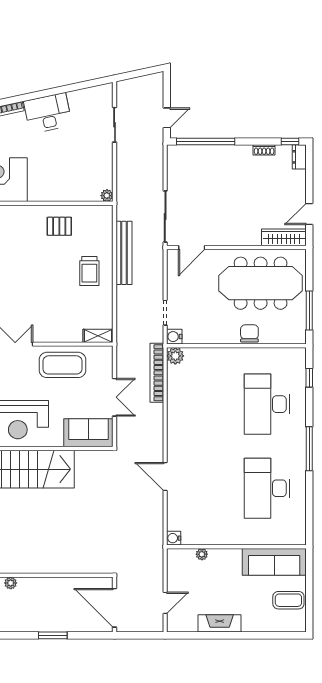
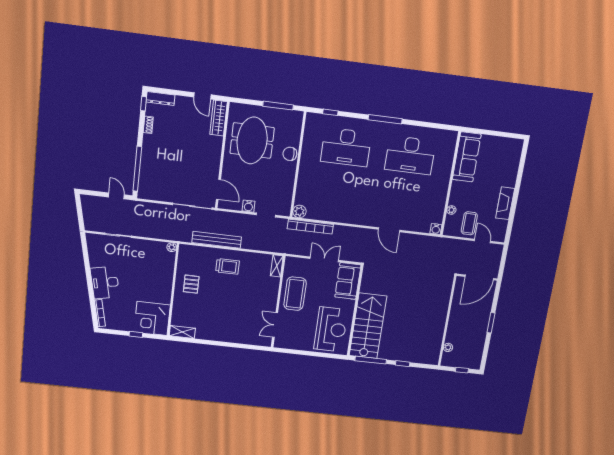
dresser: (299, 157) -> (161, 99), width x1.44
meeting table: (261, 283) -> (252, 141), width x0.73
water cooler: (174, 337) -> (249, 206), moved
door: (165, 477) -> (389, 230), hinge flipped
coffee table: (288, 600) -> (469, 223), moved

